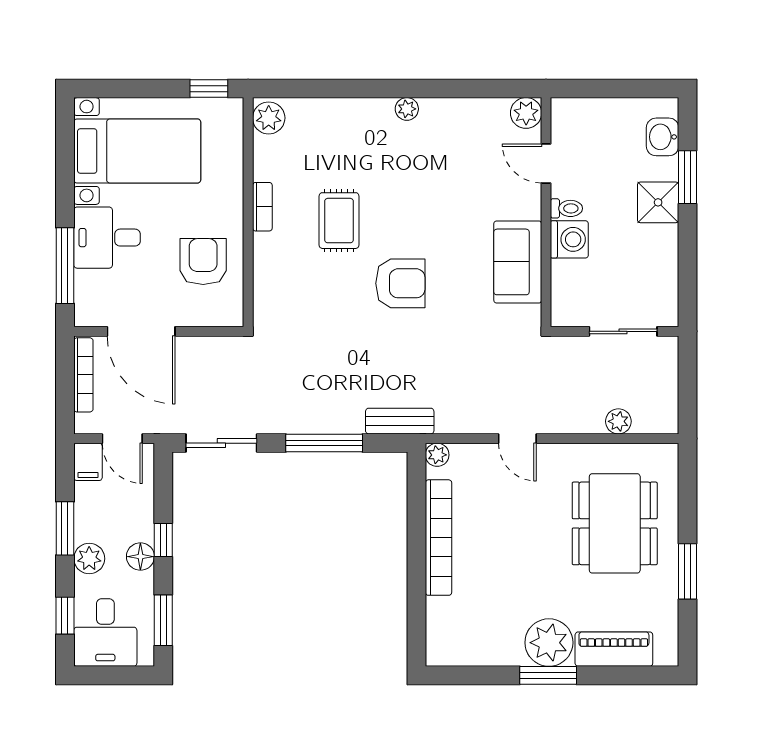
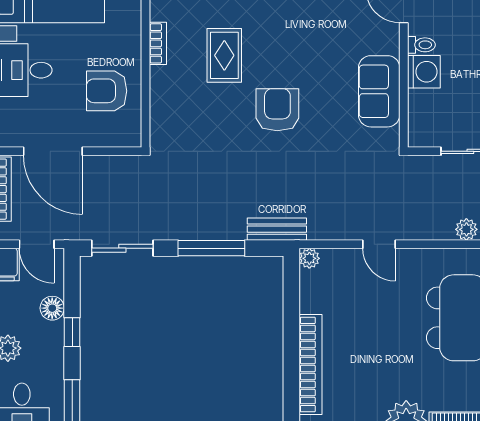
armchair: (203, 262) -> (107, 91), turned -90
armchair: (400, 283) -> (277, 110), turned -90
bookcase: (439, 538) -> (311, 364), moved
floor lamp: (140, 557) -> (52, 308), moved

